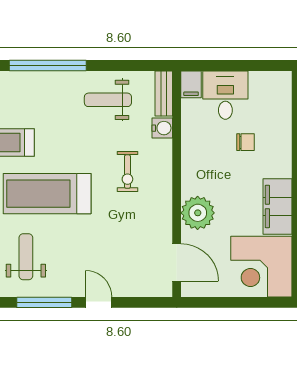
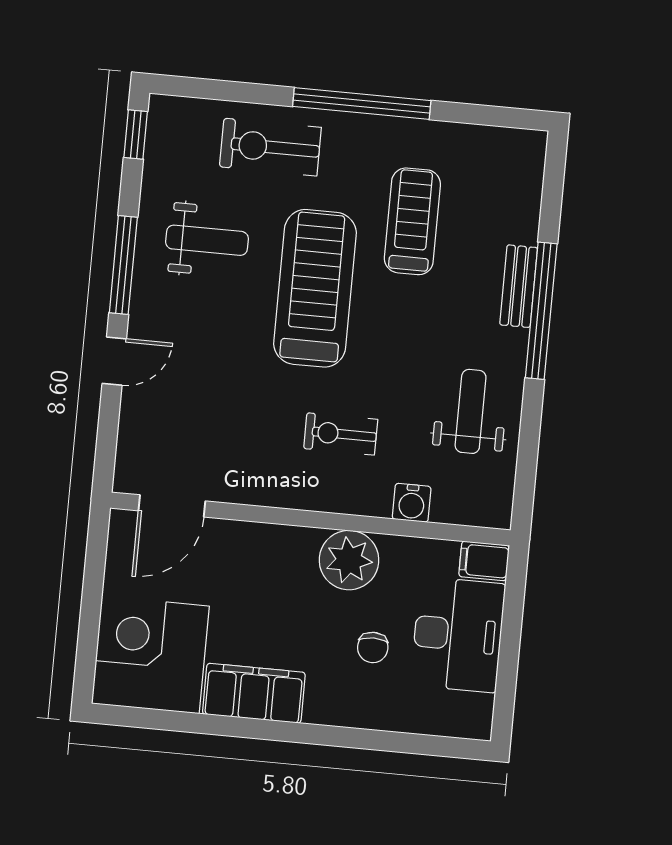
bench: (164, 94) -> (519, 286), moved, turned 90
desk: (225, 95) -> (458, 635), width x1.37
plant: (198, 213) -> (349, 560), moved

